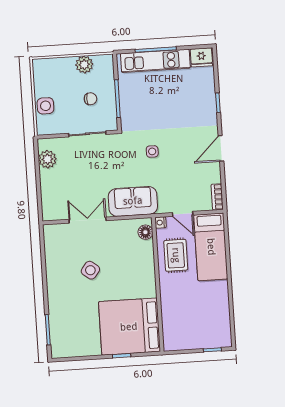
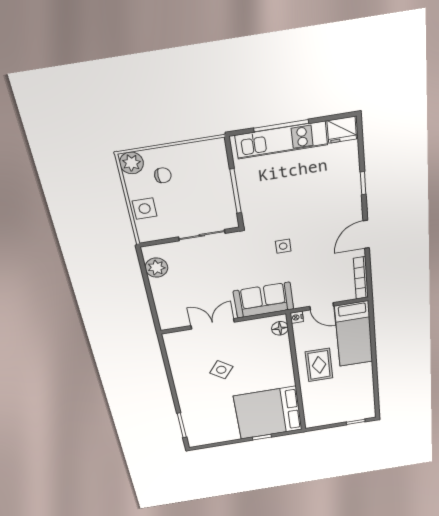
plant: (84, 65) -> (131, 163), moved
chair: (90, 99) -> (163, 175), moved
bookcase: (217, 197) -> (361, 278), width x1.56
rug: (176, 255) -> (319, 365), moved

